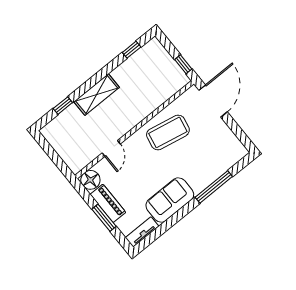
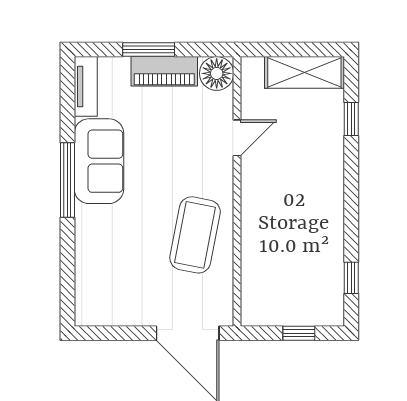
window: (183, 64) -> (299, 333), moved
shelving: (97, 95) -> (304, 72), moved, turned 90
door: (111, 148) -> (237, 138), swing flipped
window: (214, 187) -> (67, 180), moved

